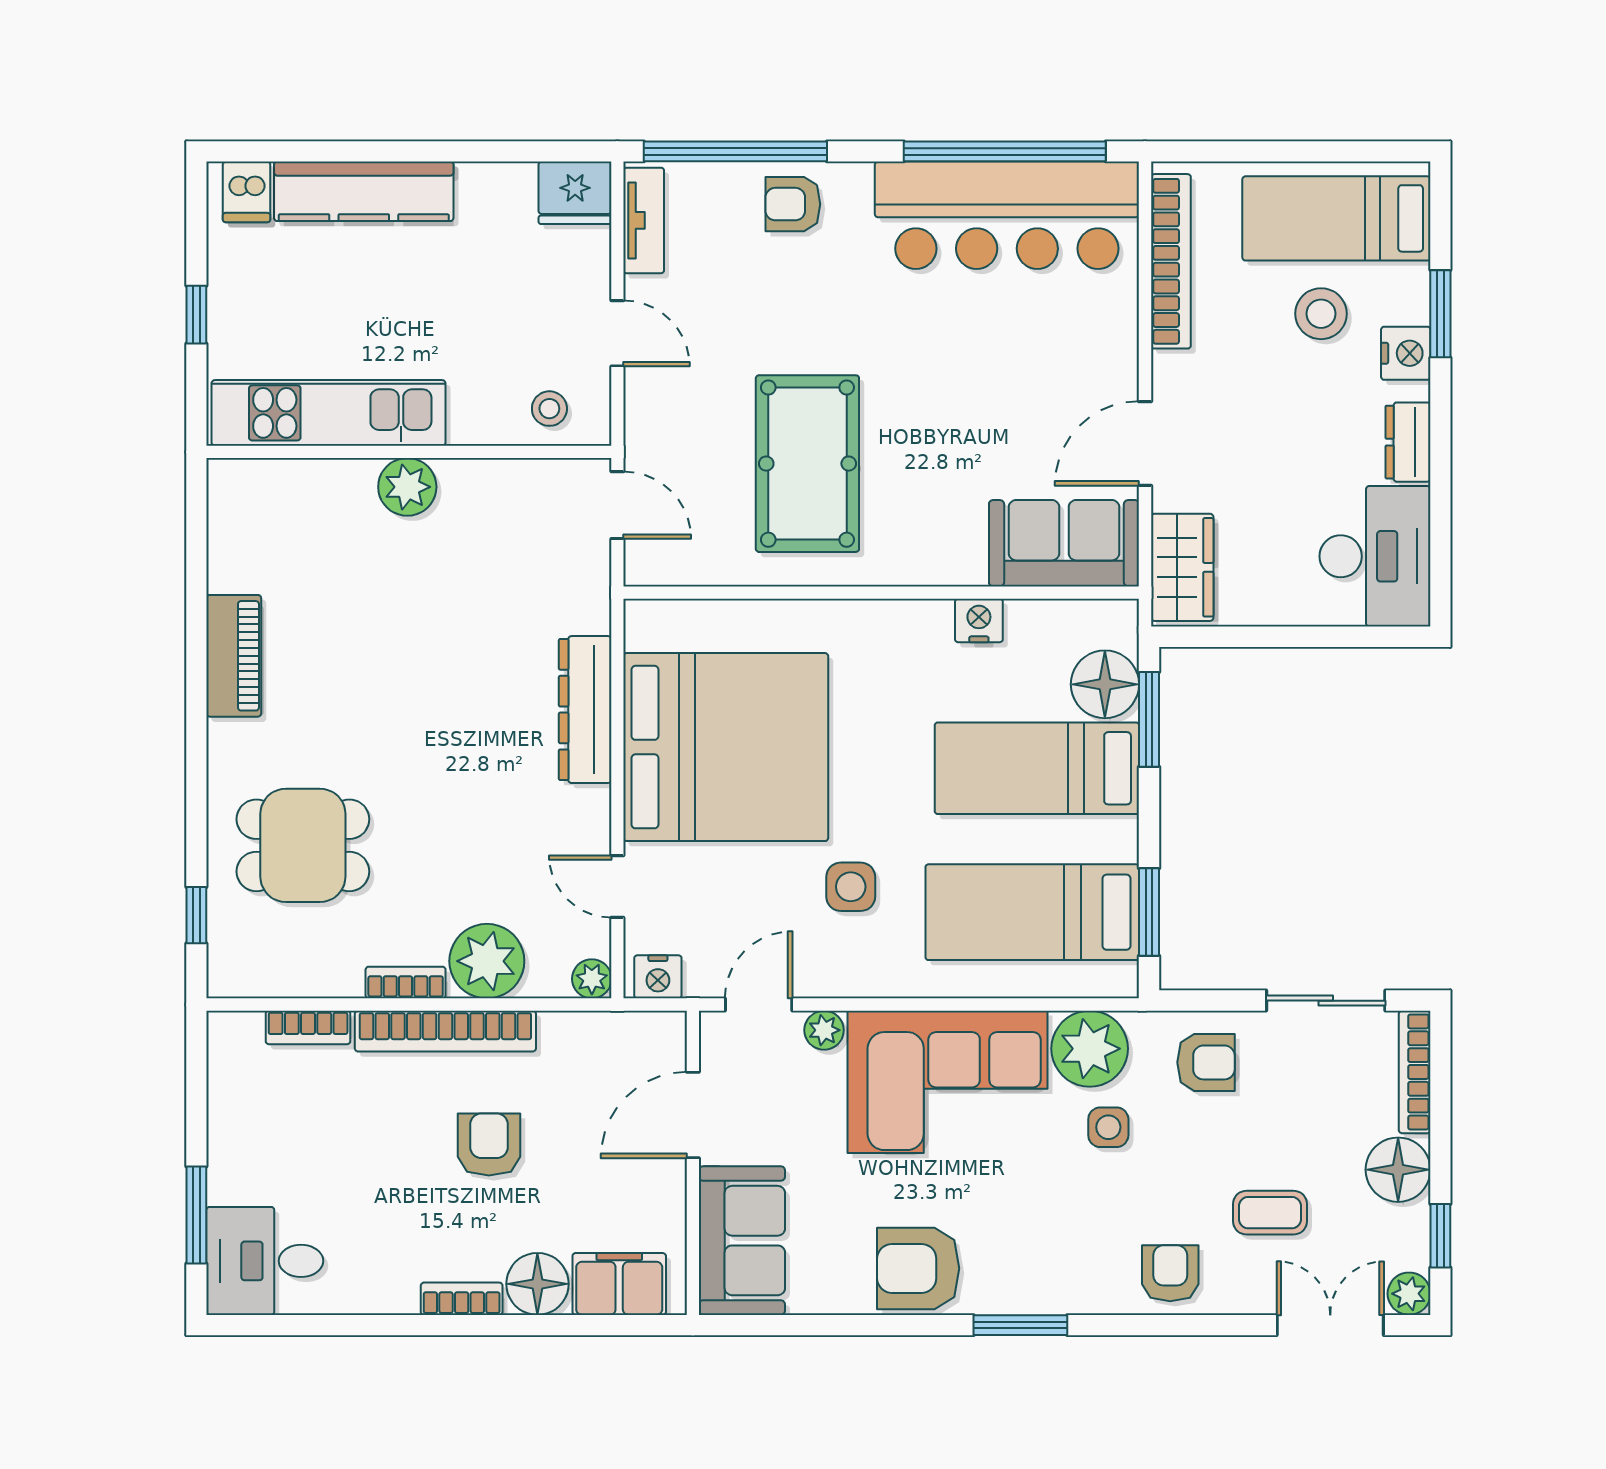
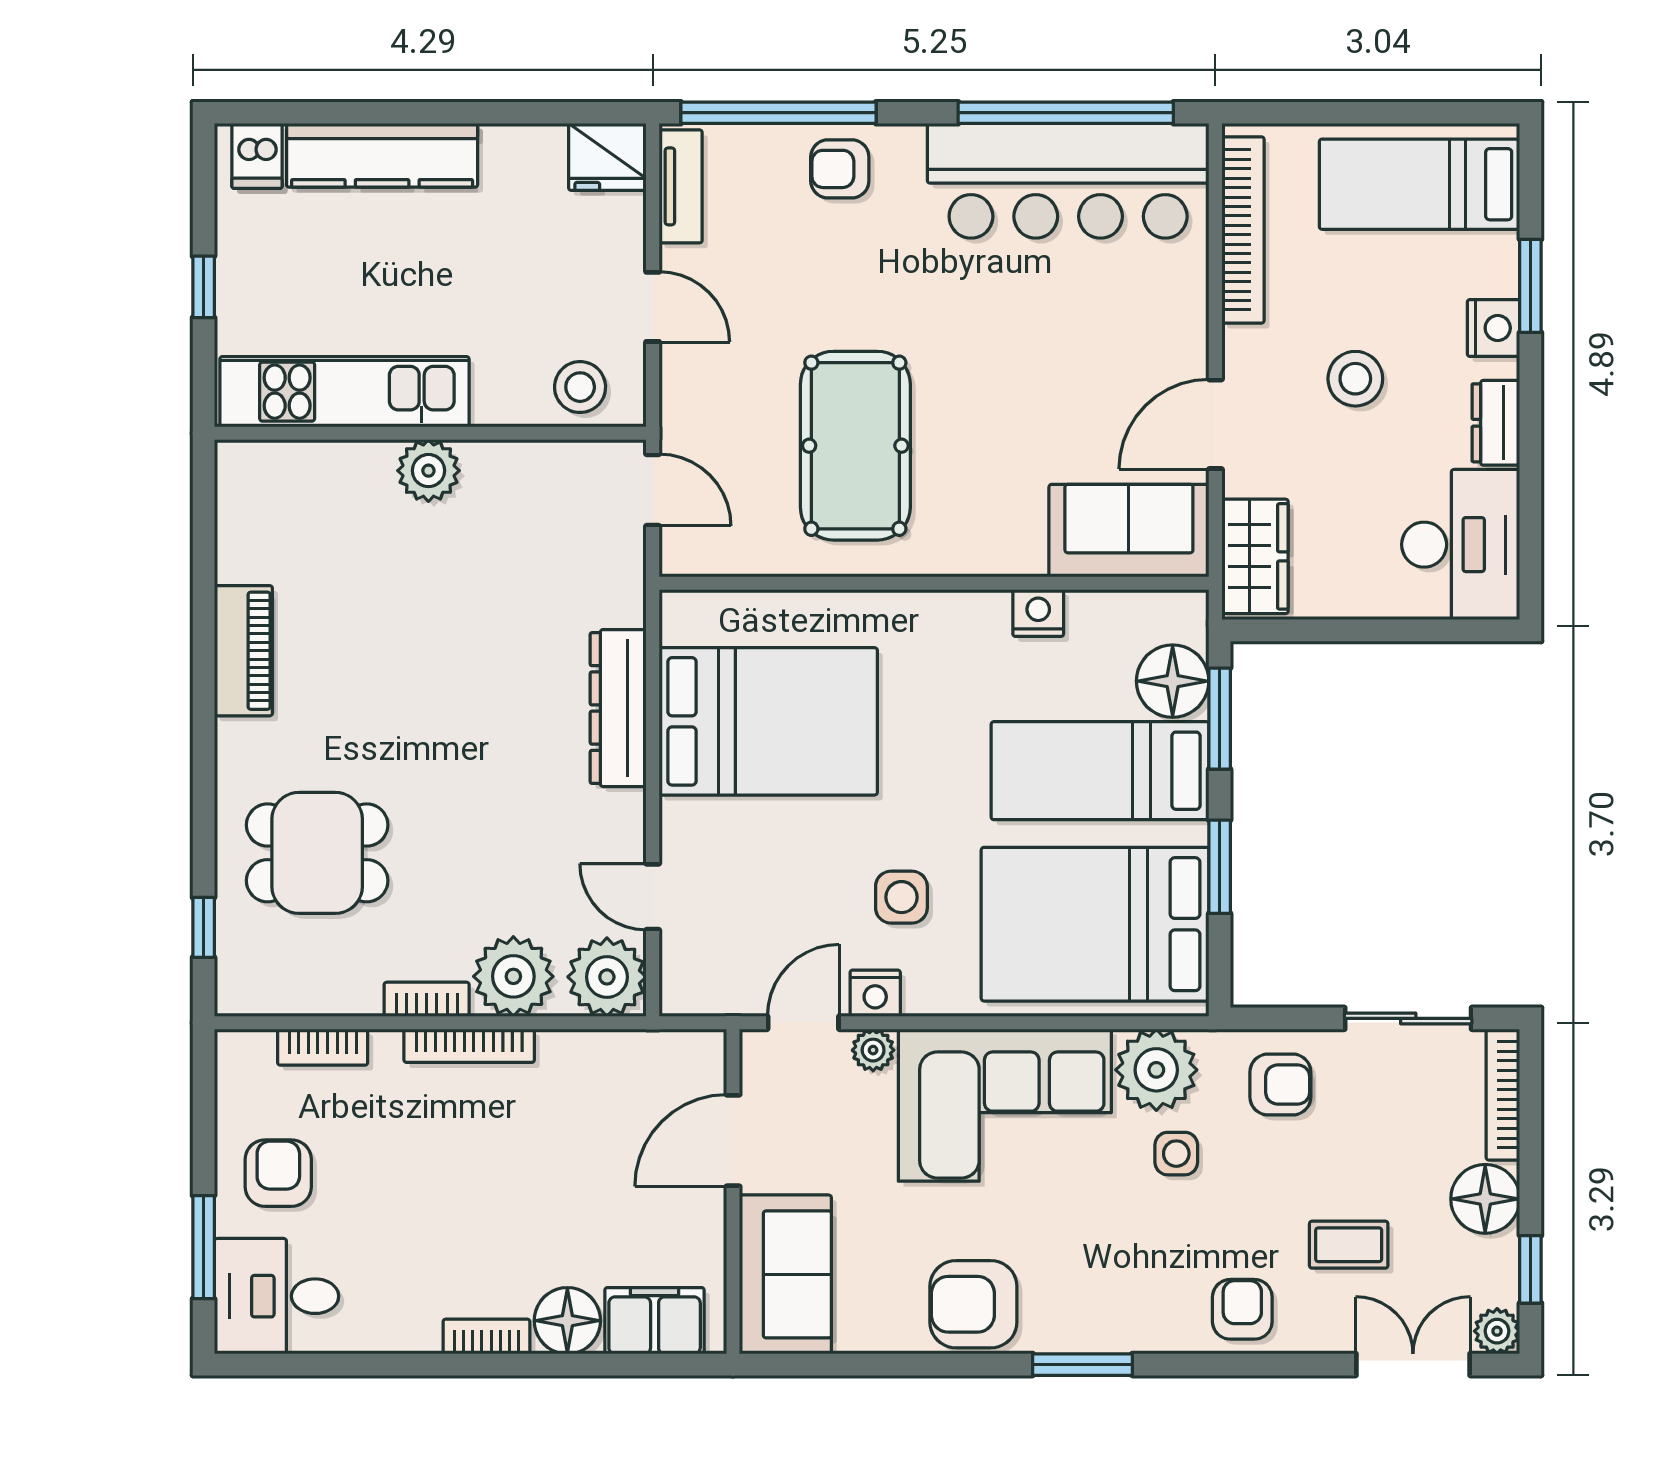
stool: (1321, 314) -> (1355, 379), moved
stool: (549, 409) -> (580, 387), width x1.37, depth x1.37
bed: (726, 747) -> (768, 721), width x0.73
bed: (1032, 912) -> (1095, 924), width x1.50
window: (1149, 912) -> (1220, 867), moved
nightstand: (658, 977) -> (875, 993), moved
plant: (592, 979) -> (607, 977), width x1.88, depth x1.88
bookcase: (445, 1031) -> (469, 1046), width x0.68, depth x0.76
armchair: (489, 1144) -> (278, 1173), moved

